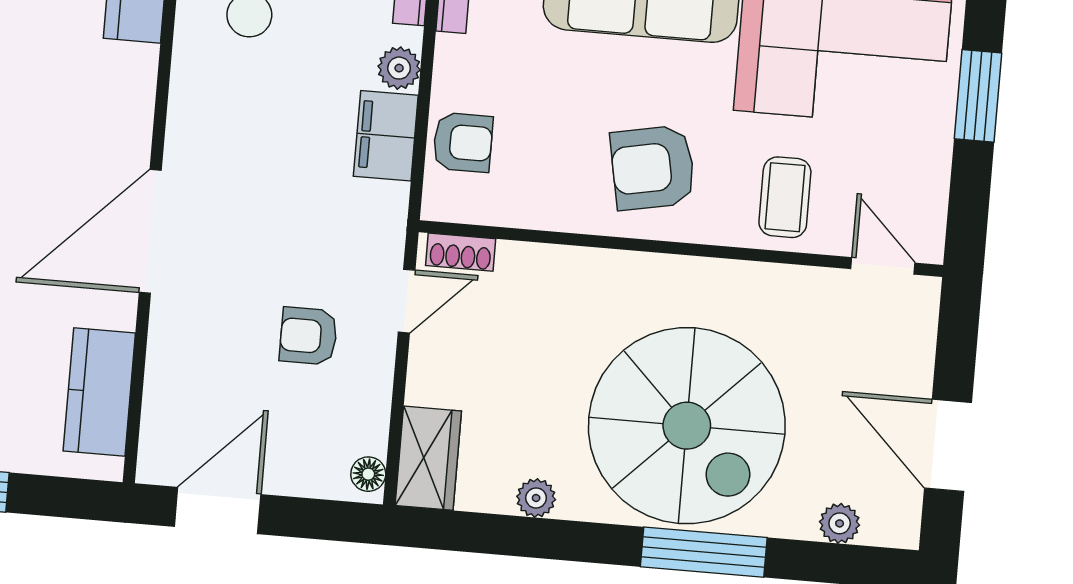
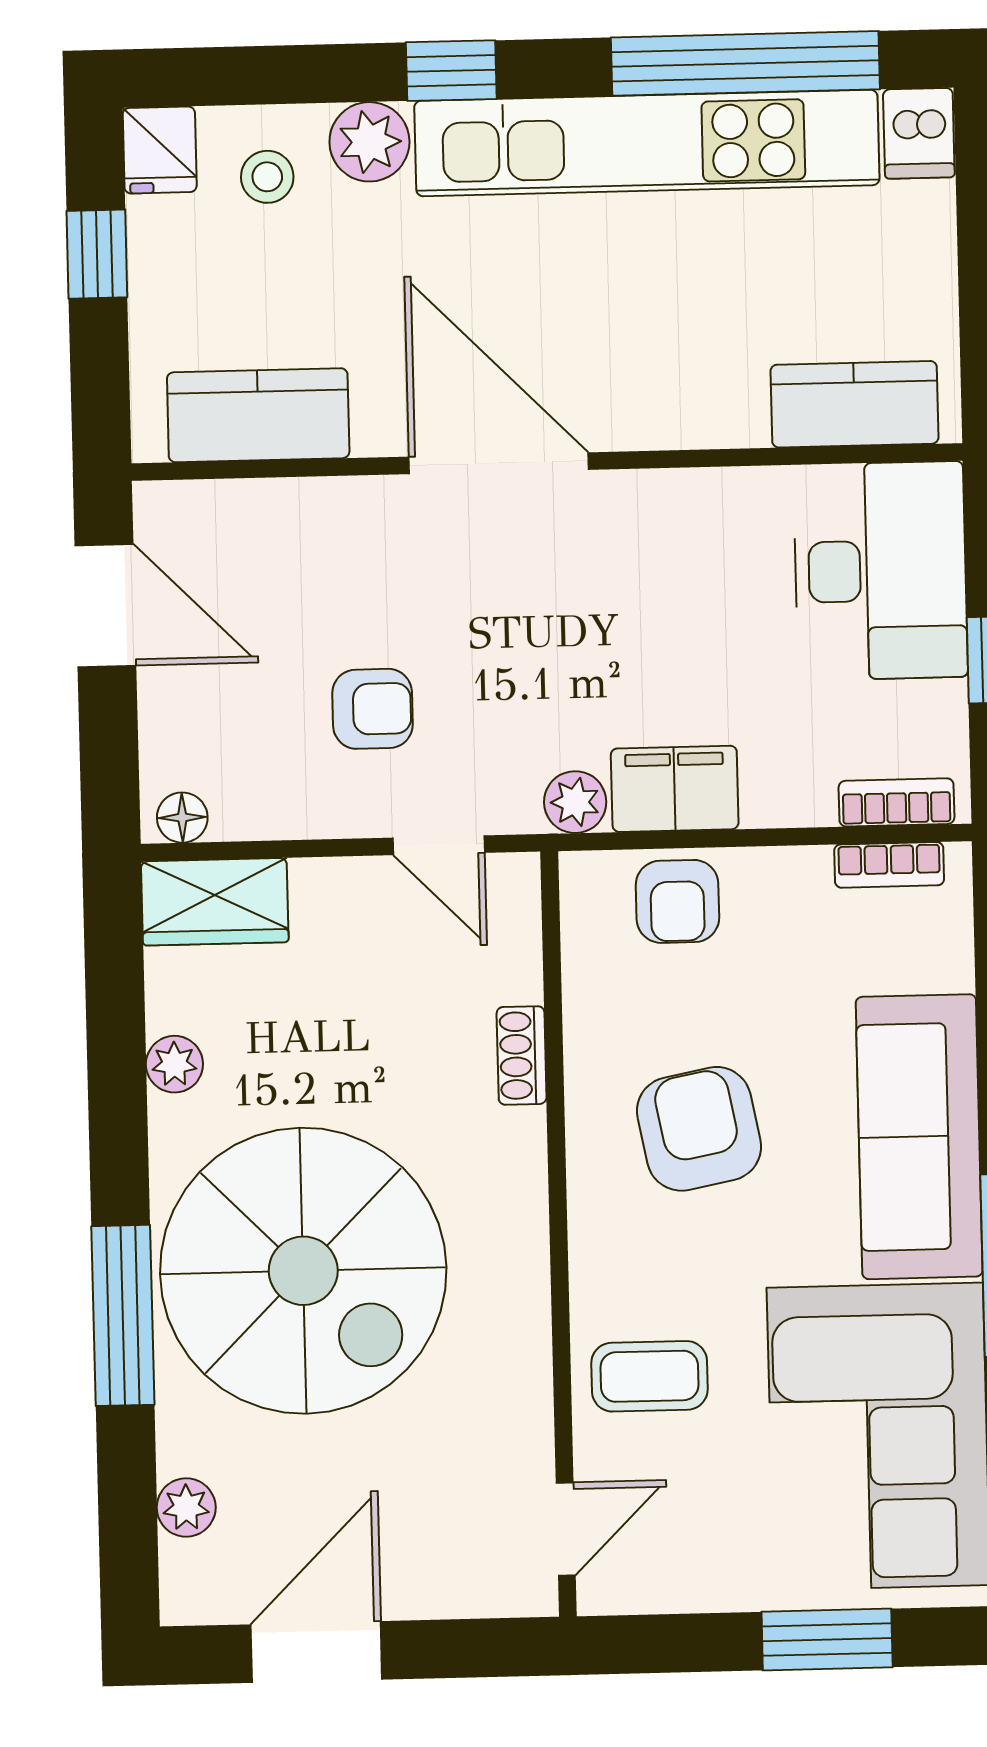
plant: (399, 68) -> (575, 802), moved
armchair: (653, 168) -> (699, 1129), moved
shoe rack: (461, 252) -> (522, 1055), moved
armchair: (308, 336) -> (372, 709), turned 90
spiral stairs: (687, 426) -> (303, 1271), turned -90

